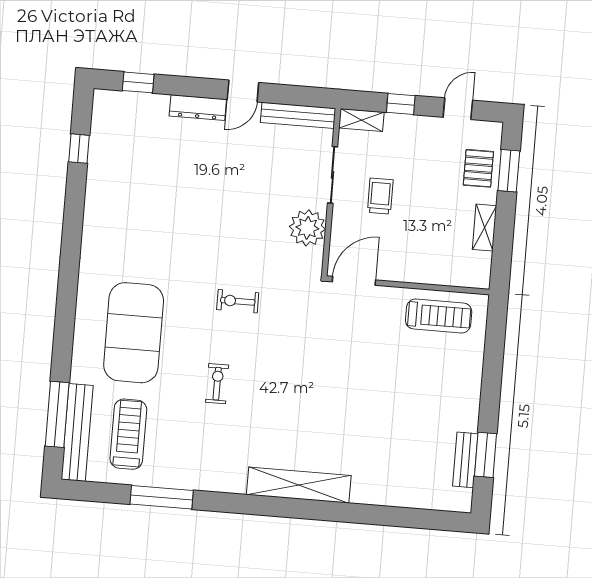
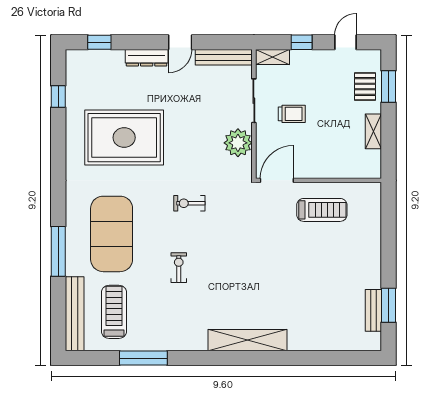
trolley: (380, 196) -> (292, 114), turned 90
rug: (160, 209) -> (124, 138), added
treadmill: (439, 316) -> (322, 210), moved
window: (57, 414) -> (58, 251), moved

